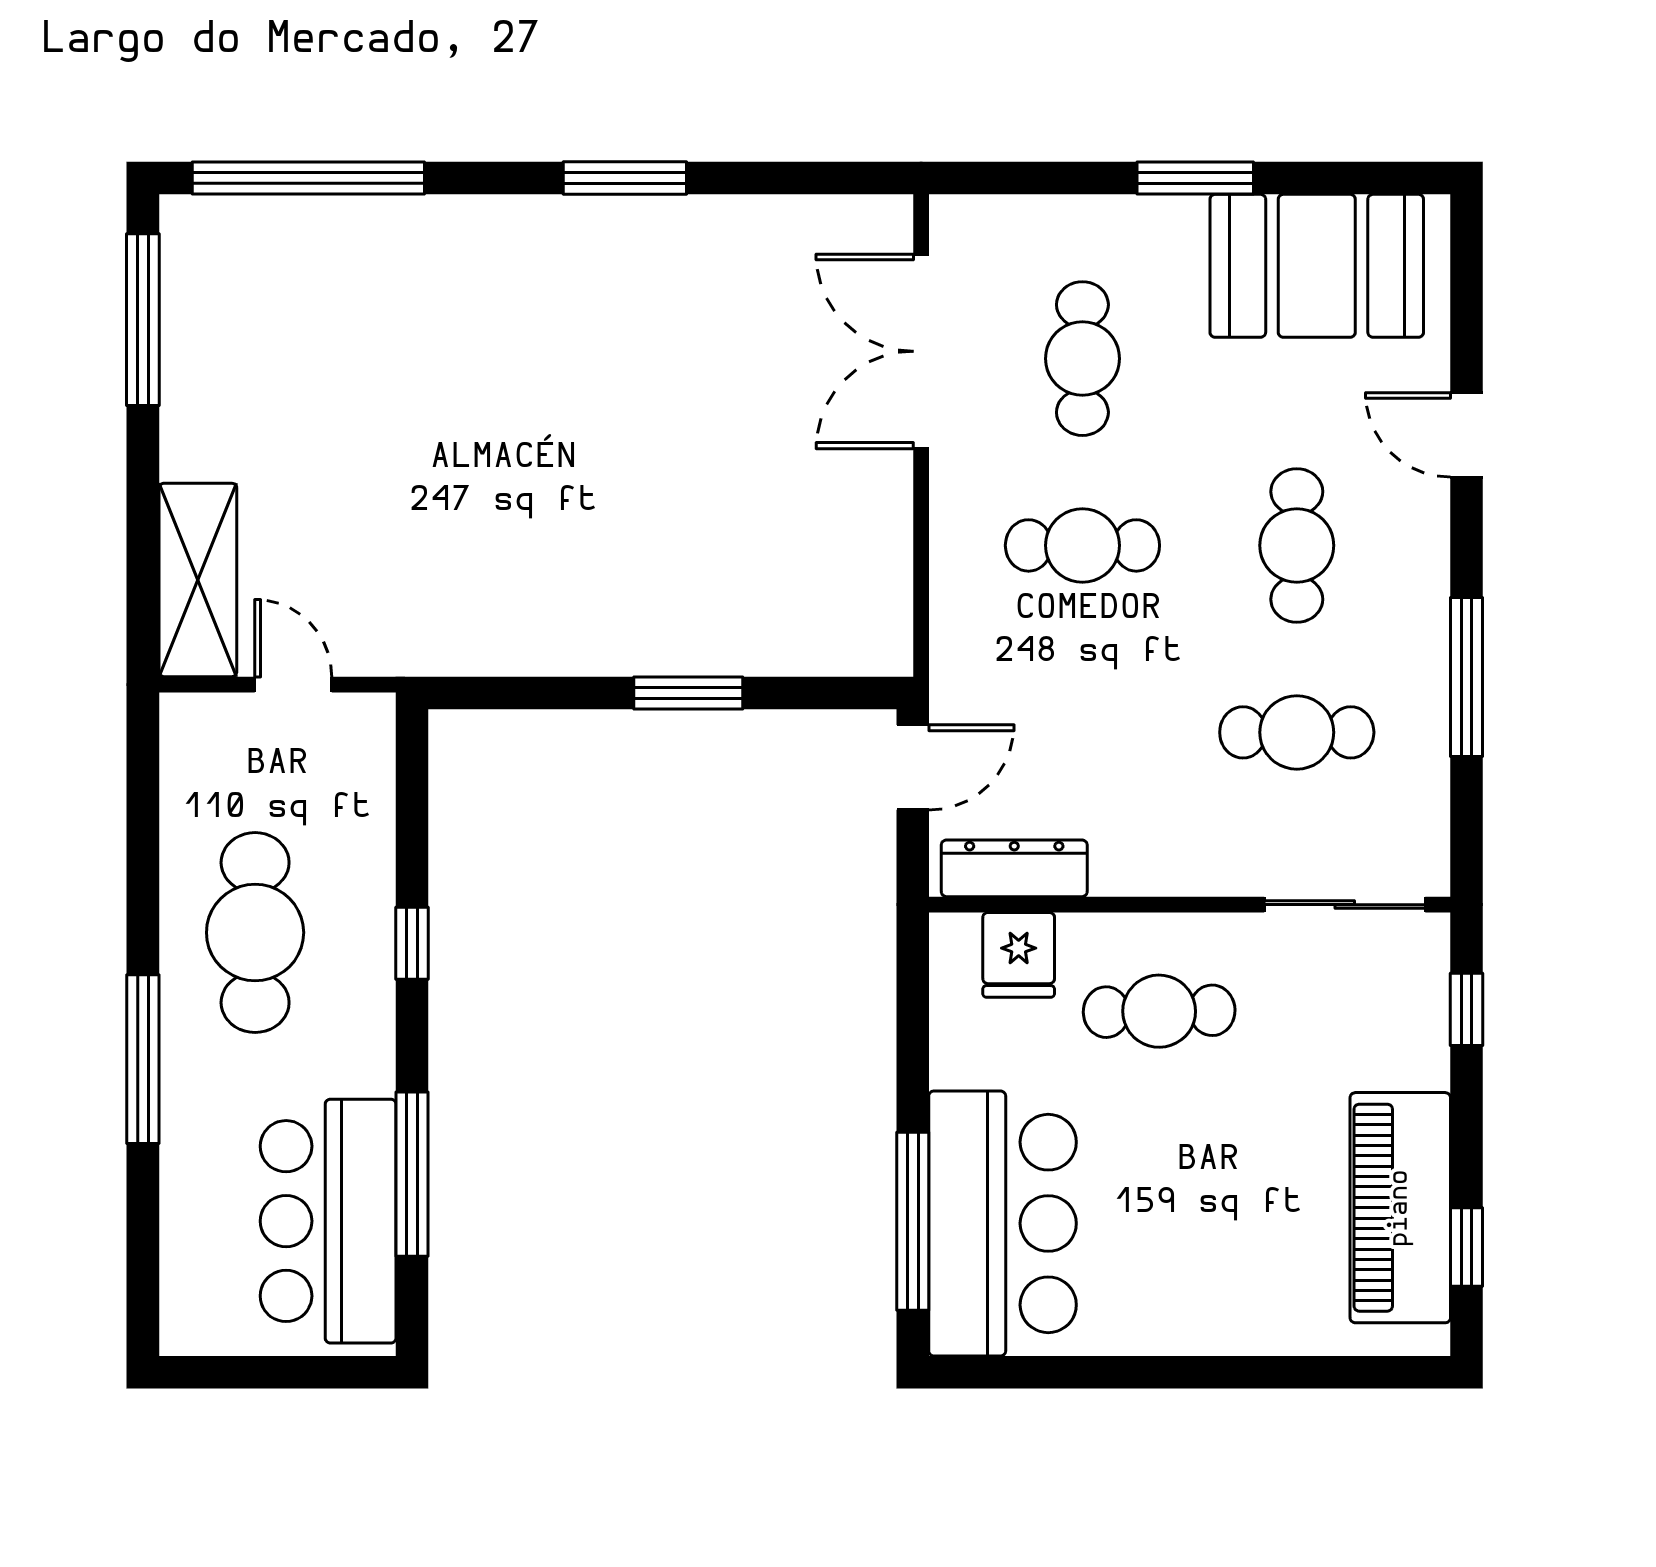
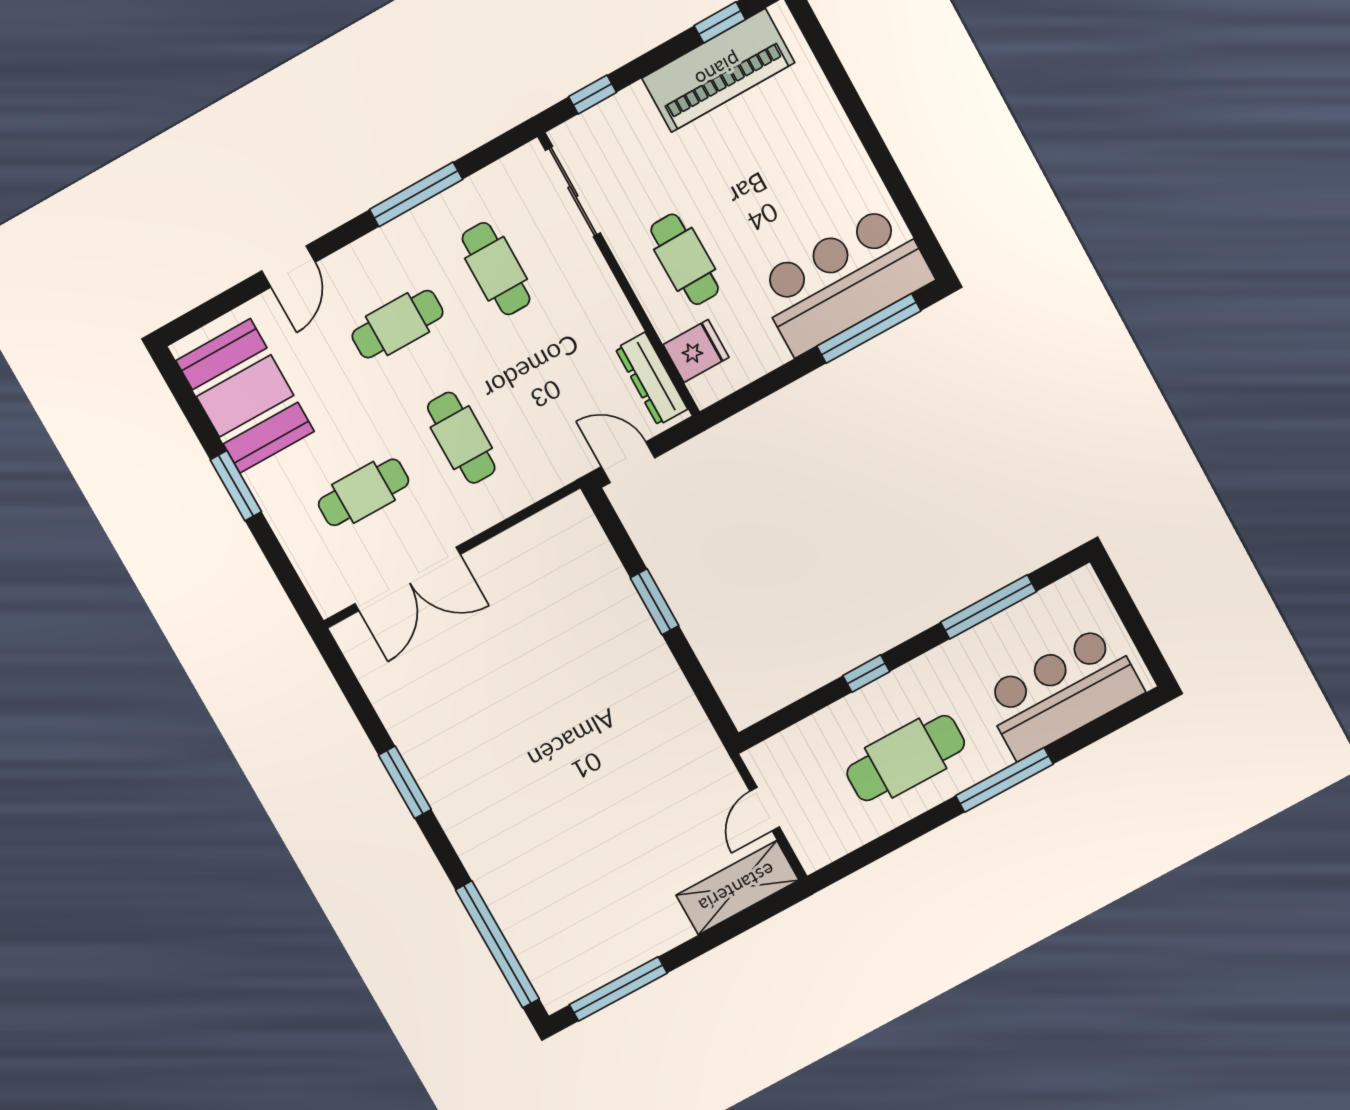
bar counter: (328, 1221) -> (1062, 692), moved, turned 180

